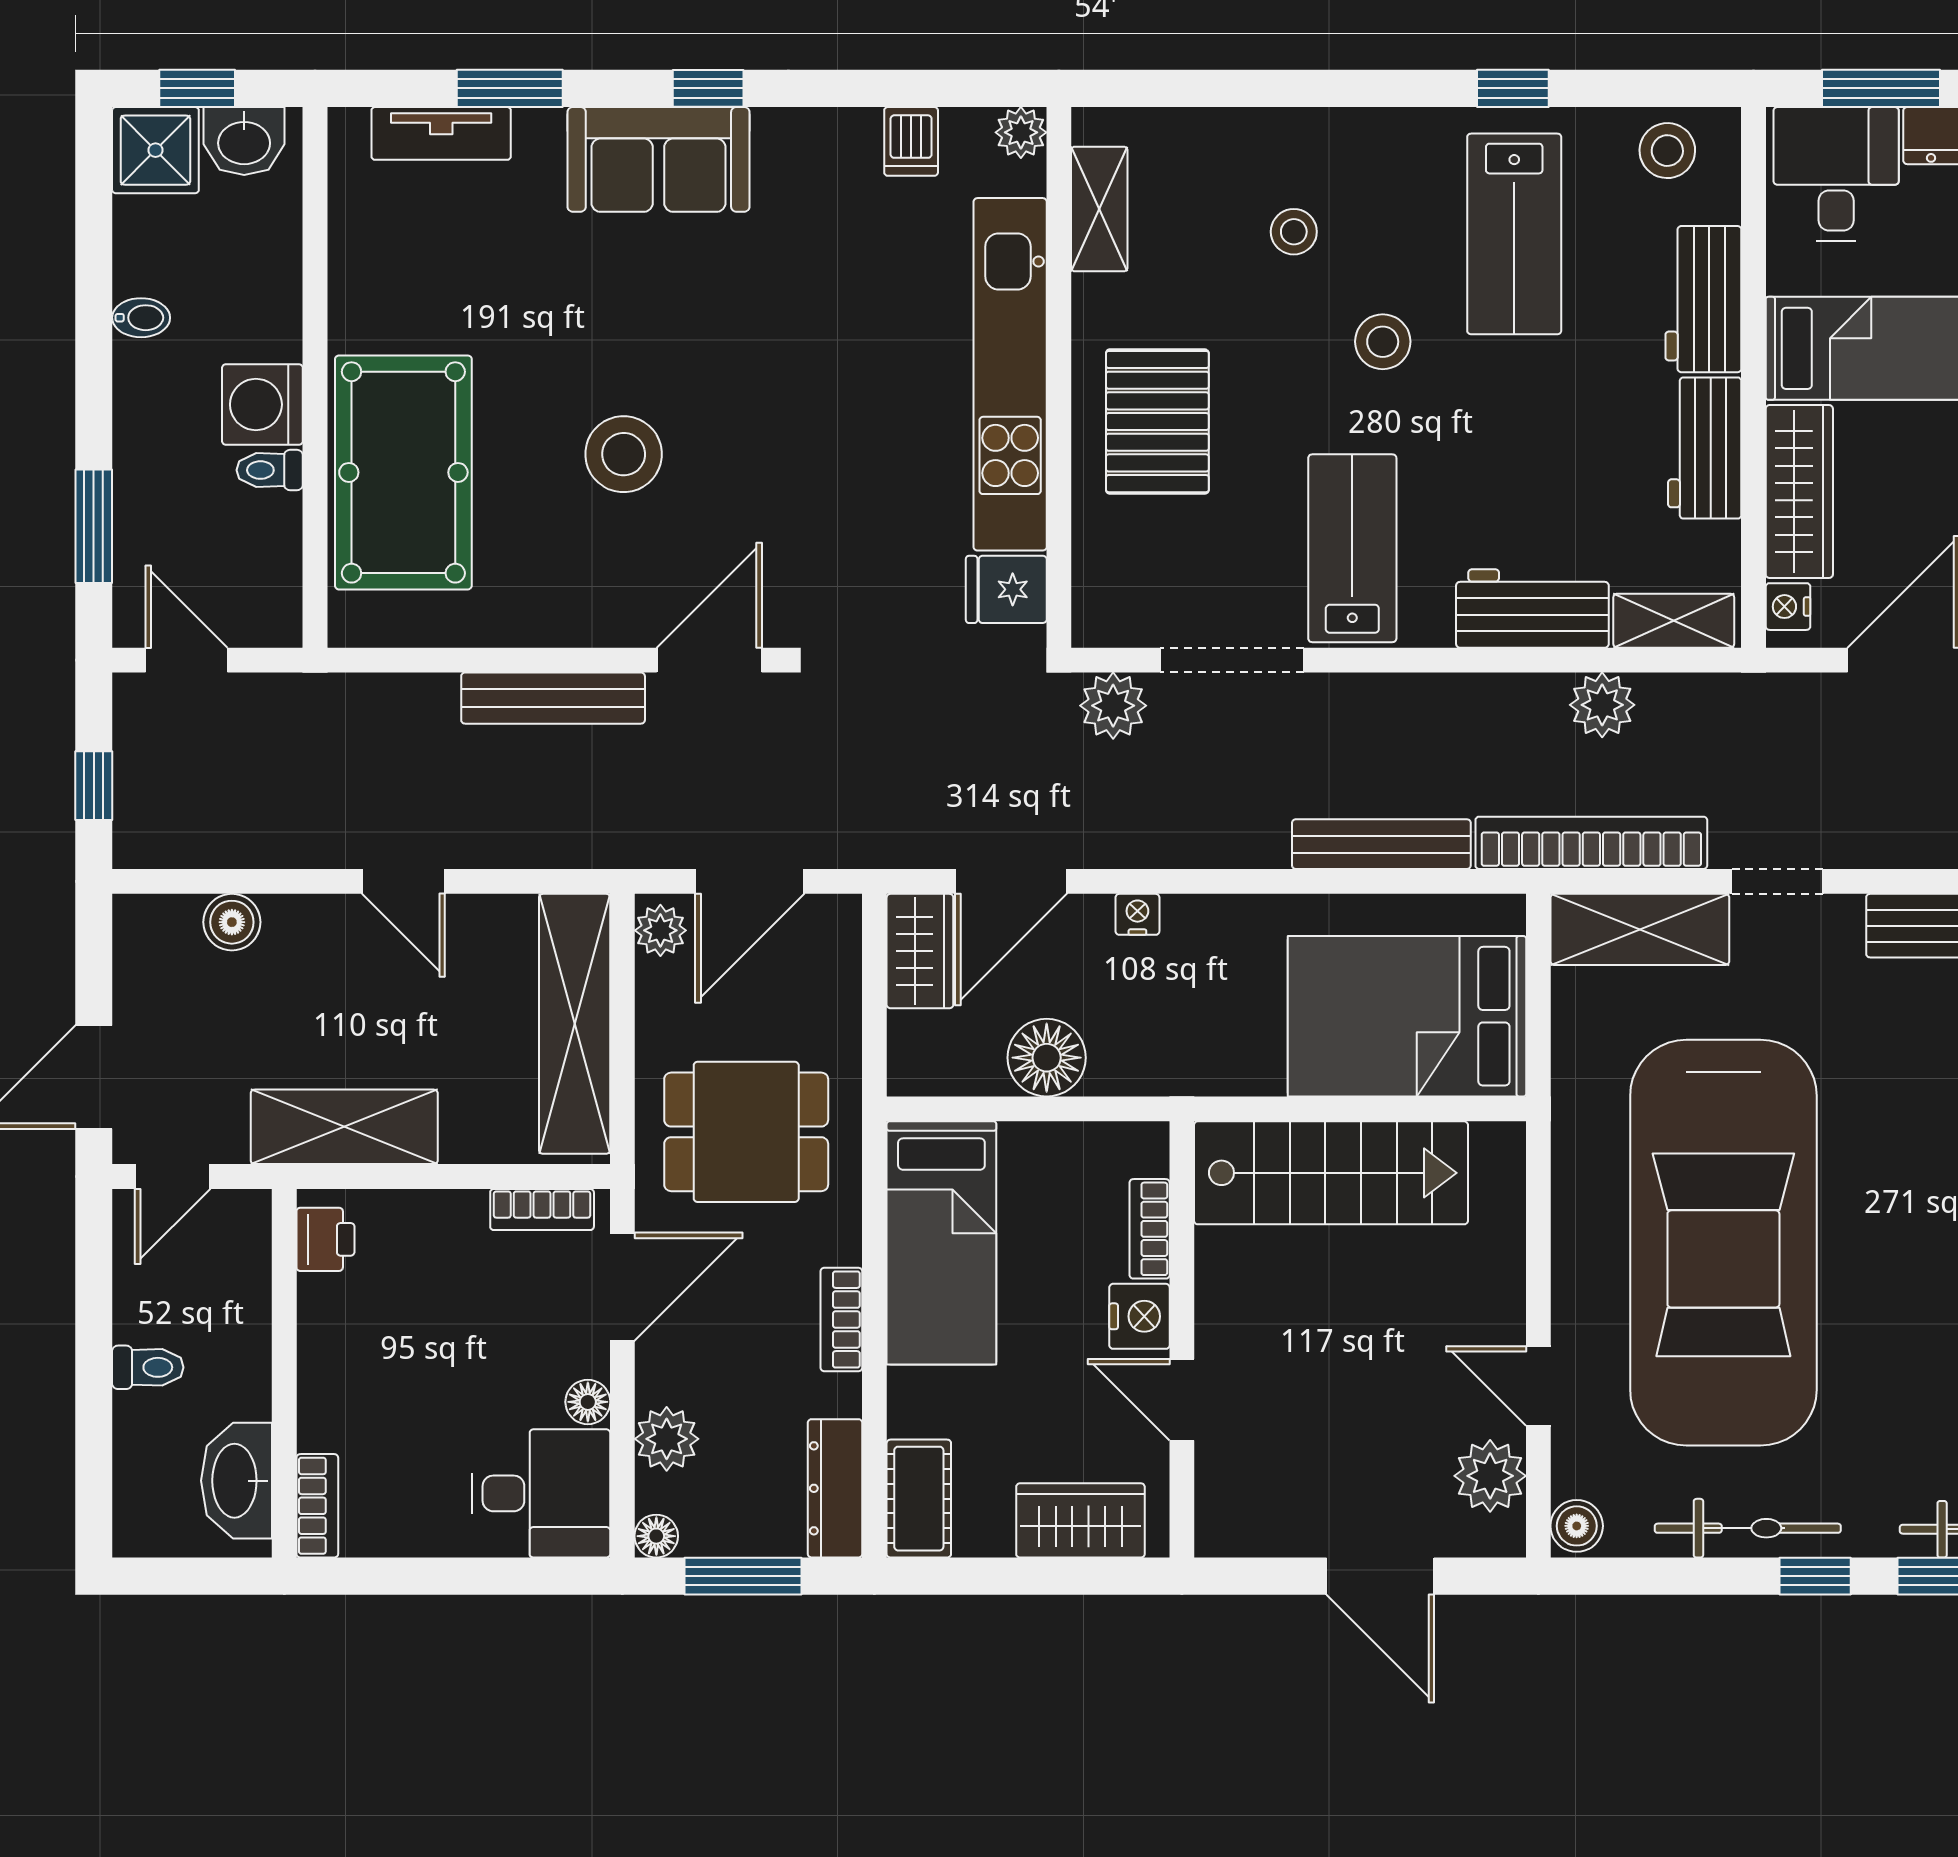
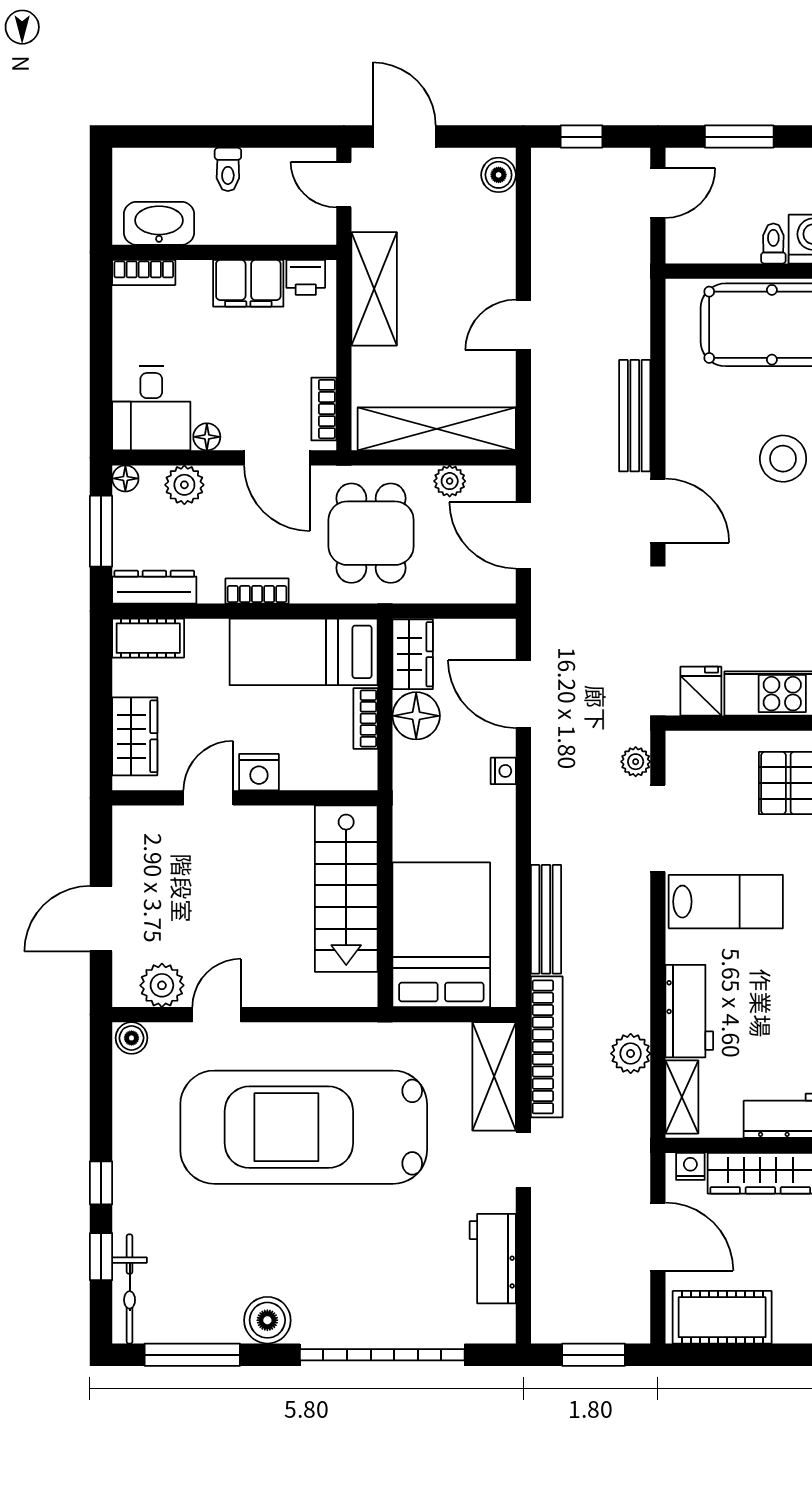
plant: (1113, 706) -> (636, 762), width x0.73, depth x0.73
boiler: (232, 922) -> (499, 175), moved
plant: (660, 930) -> (450, 481), moved
wardrobe: (920, 951) -> (413, 654), moved, turned -90
bookcase: (1150, 1229) -> (365, 718), moved, turned -90
filing cabinet: (335, 1334) -> (248, 283), added
bicycle: (1748, 1528) -> (130, 1142), removed

